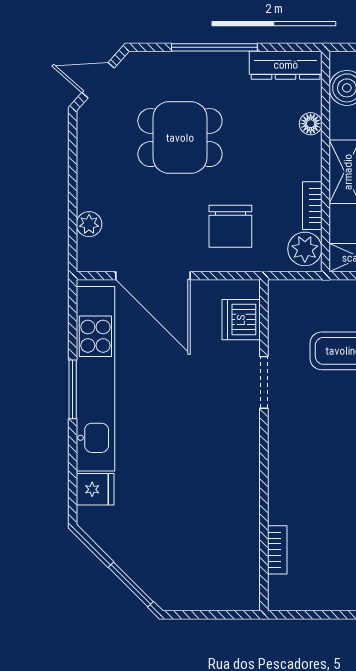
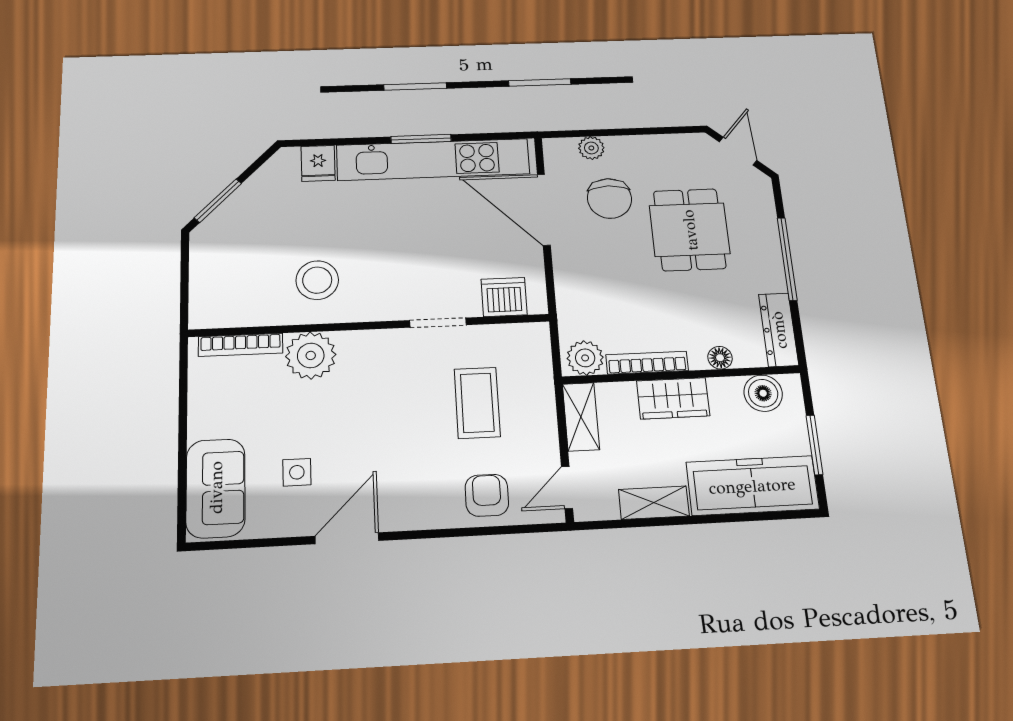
bookcase: (312, 206) -> (647, 363), width x1.56
chair: (230, 226) -> (609, 199), moved, turned -90
door: (153, 276) -> (544, 210), hinge flipped
stool: (216, 493) -> (317, 280), added
plant: (291, 500) -> (311, 355), added
bookcase: (277, 550) -> (241, 345), width x1.56

